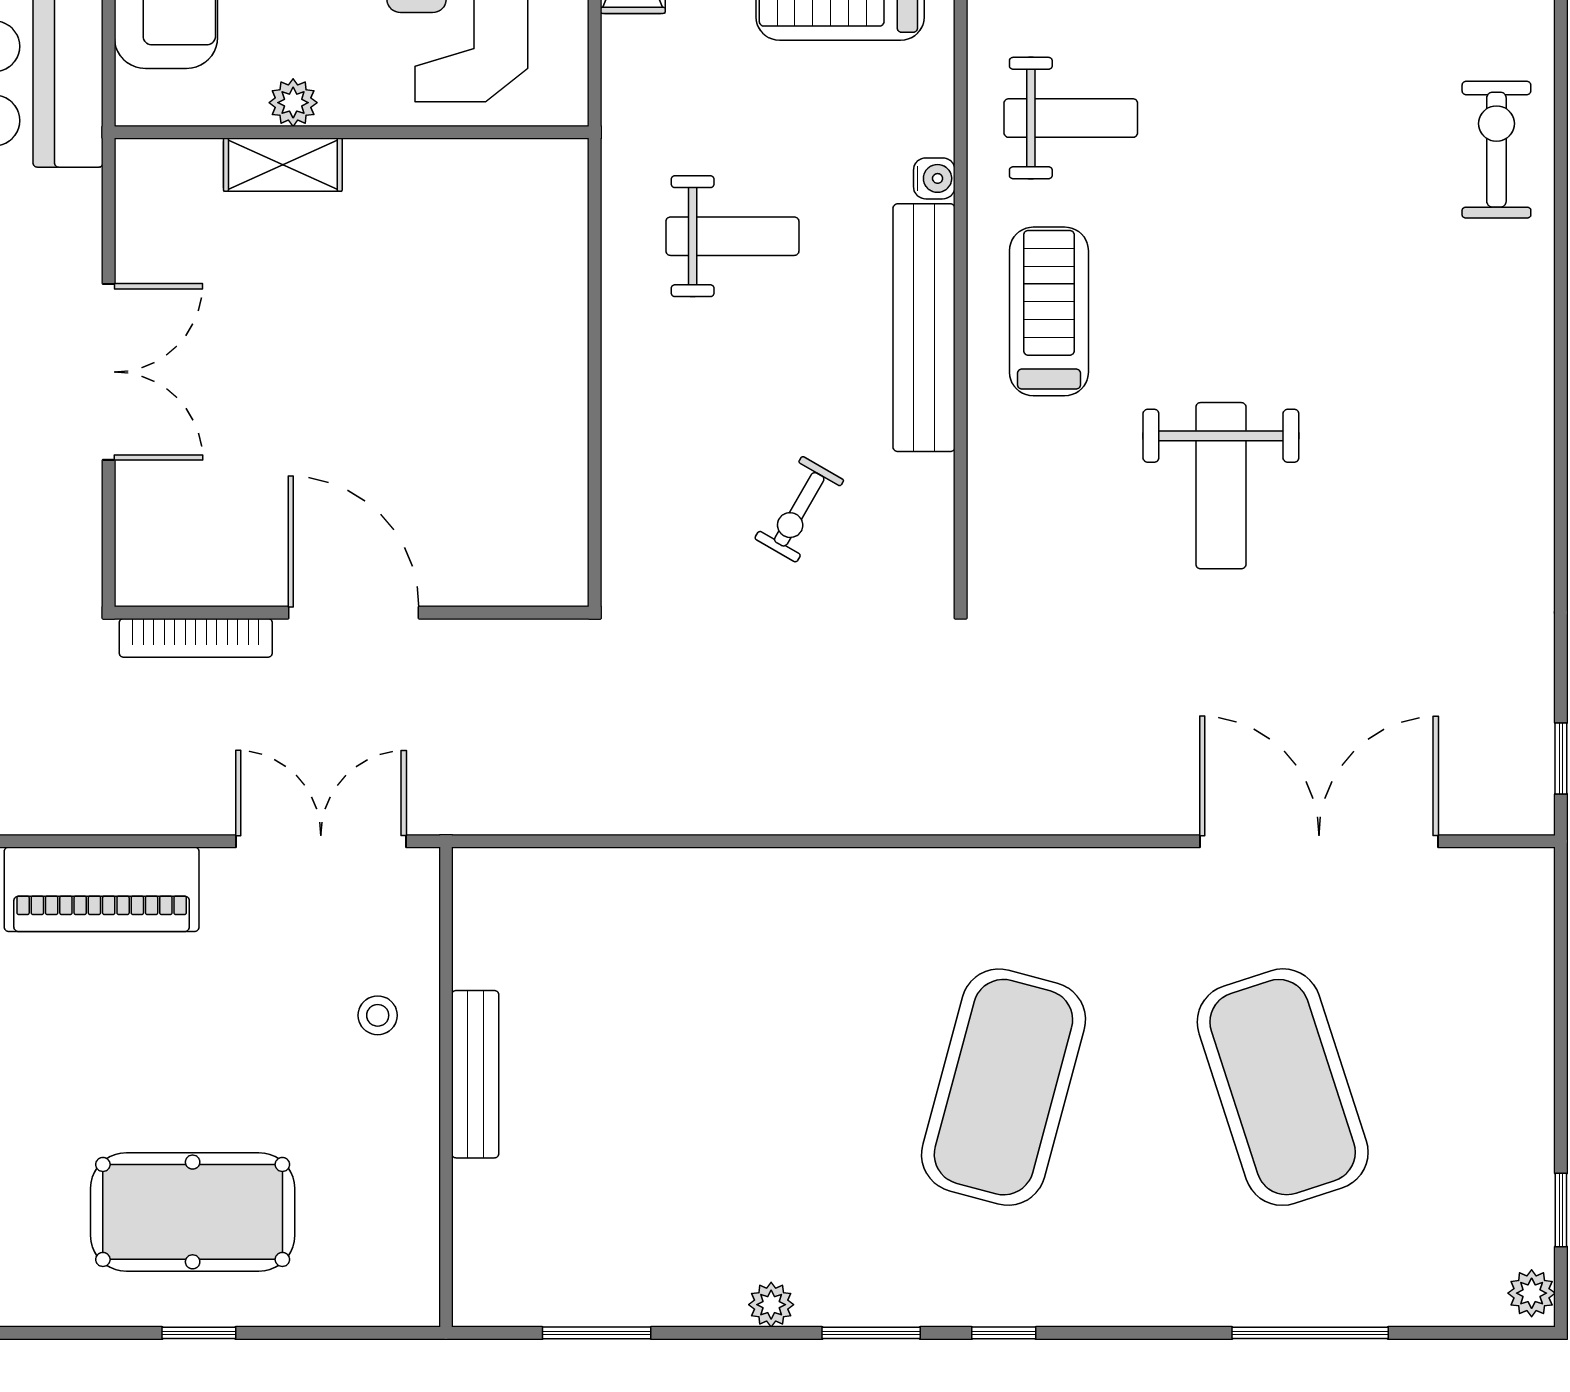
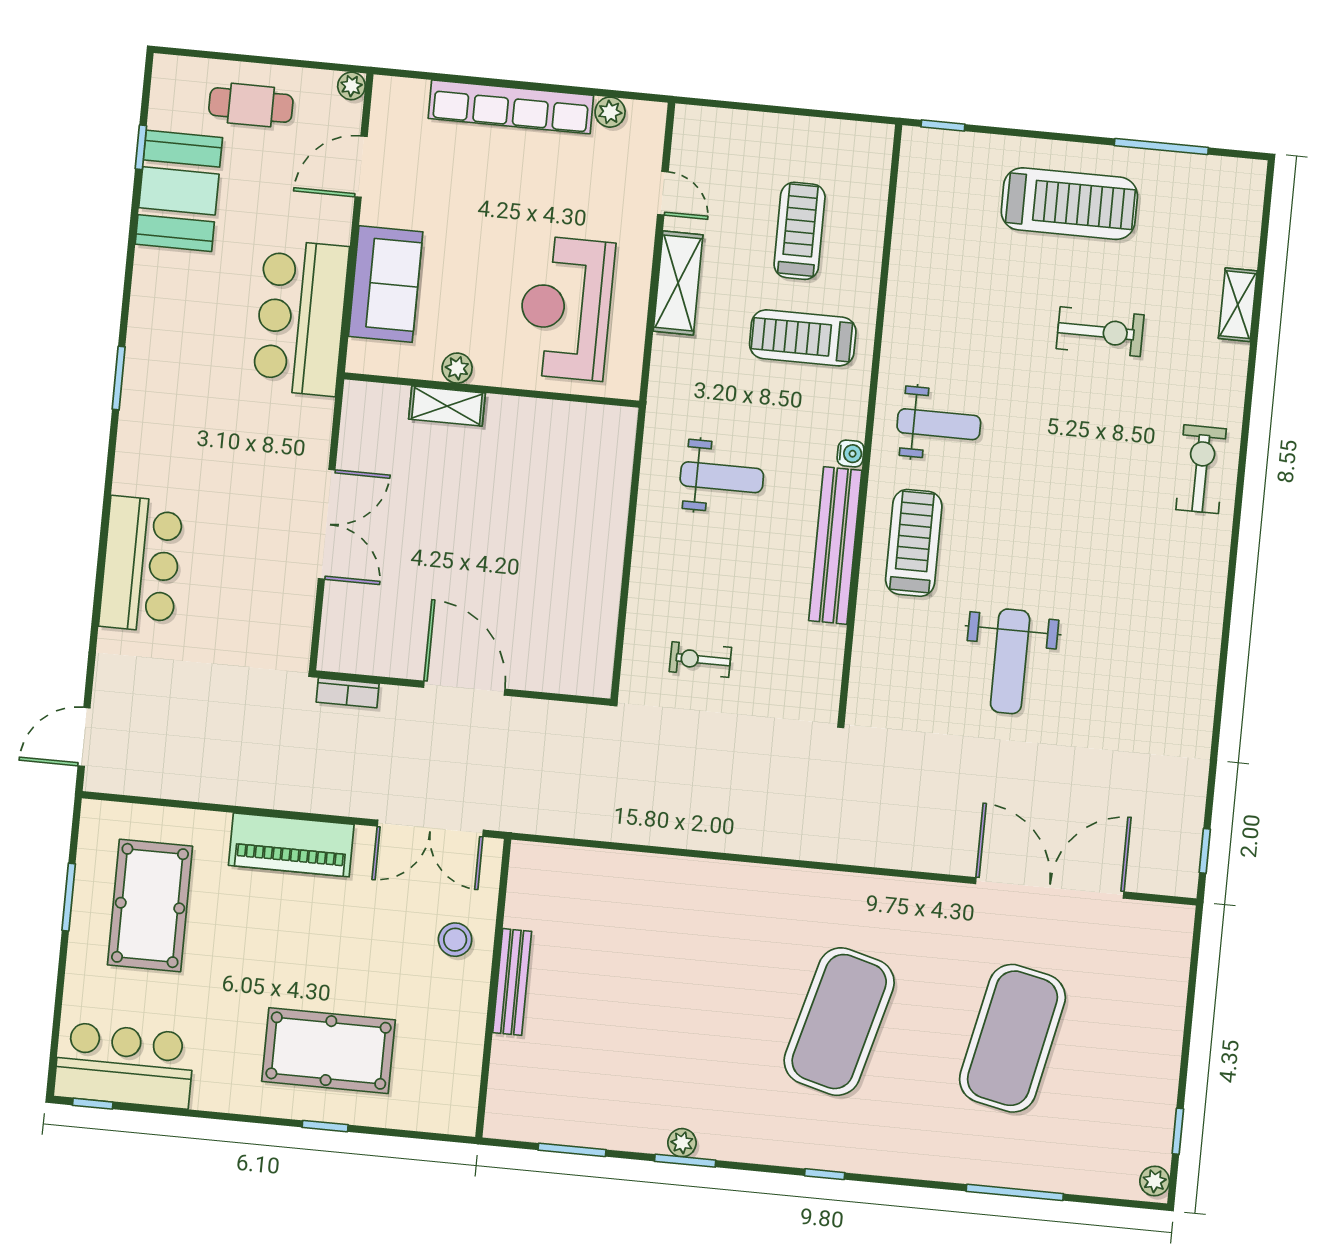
exercise bike: (799, 509) -> (700, 660), moved, turned 60
bookcase: (196, 638) -> (348, 693), width x0.64
double door: (321, 841) -> (430, 828), swing flipped
stool: (378, 1015) -> (455, 940), width x1.37, depth x1.37
exercise mat: (1283, 1087) -> (1012, 1038), turned 30
window: (871, 1333) -> (685, 1161), moved

